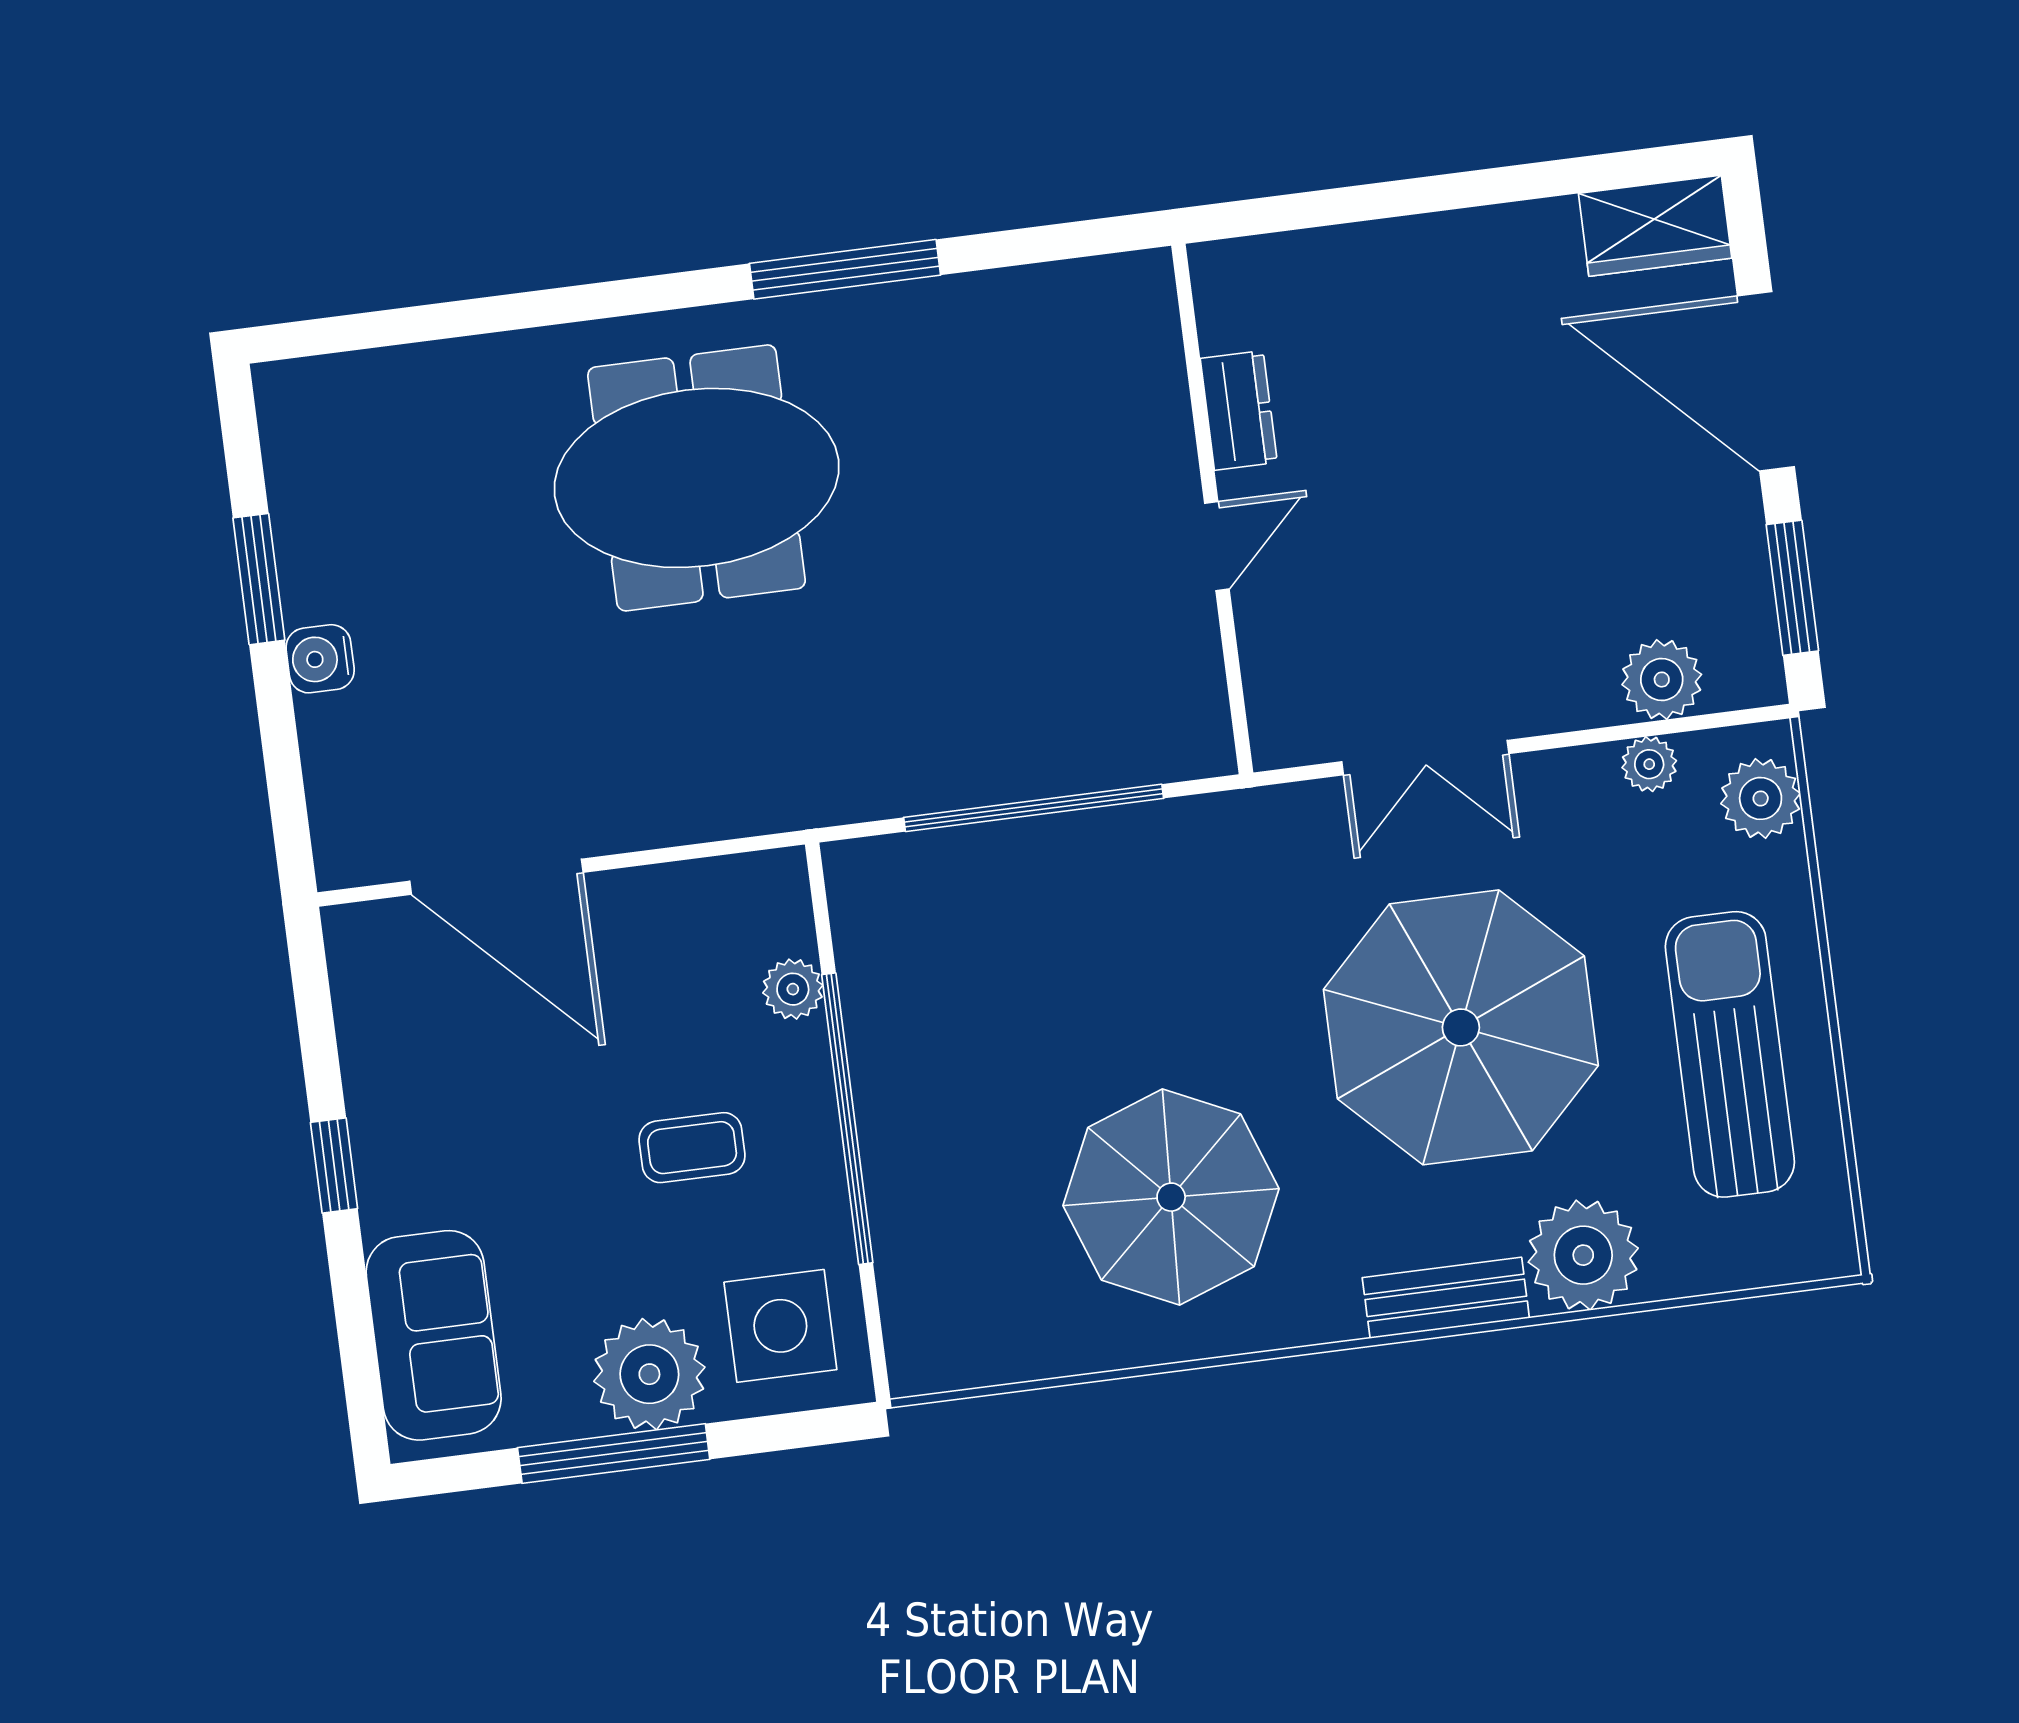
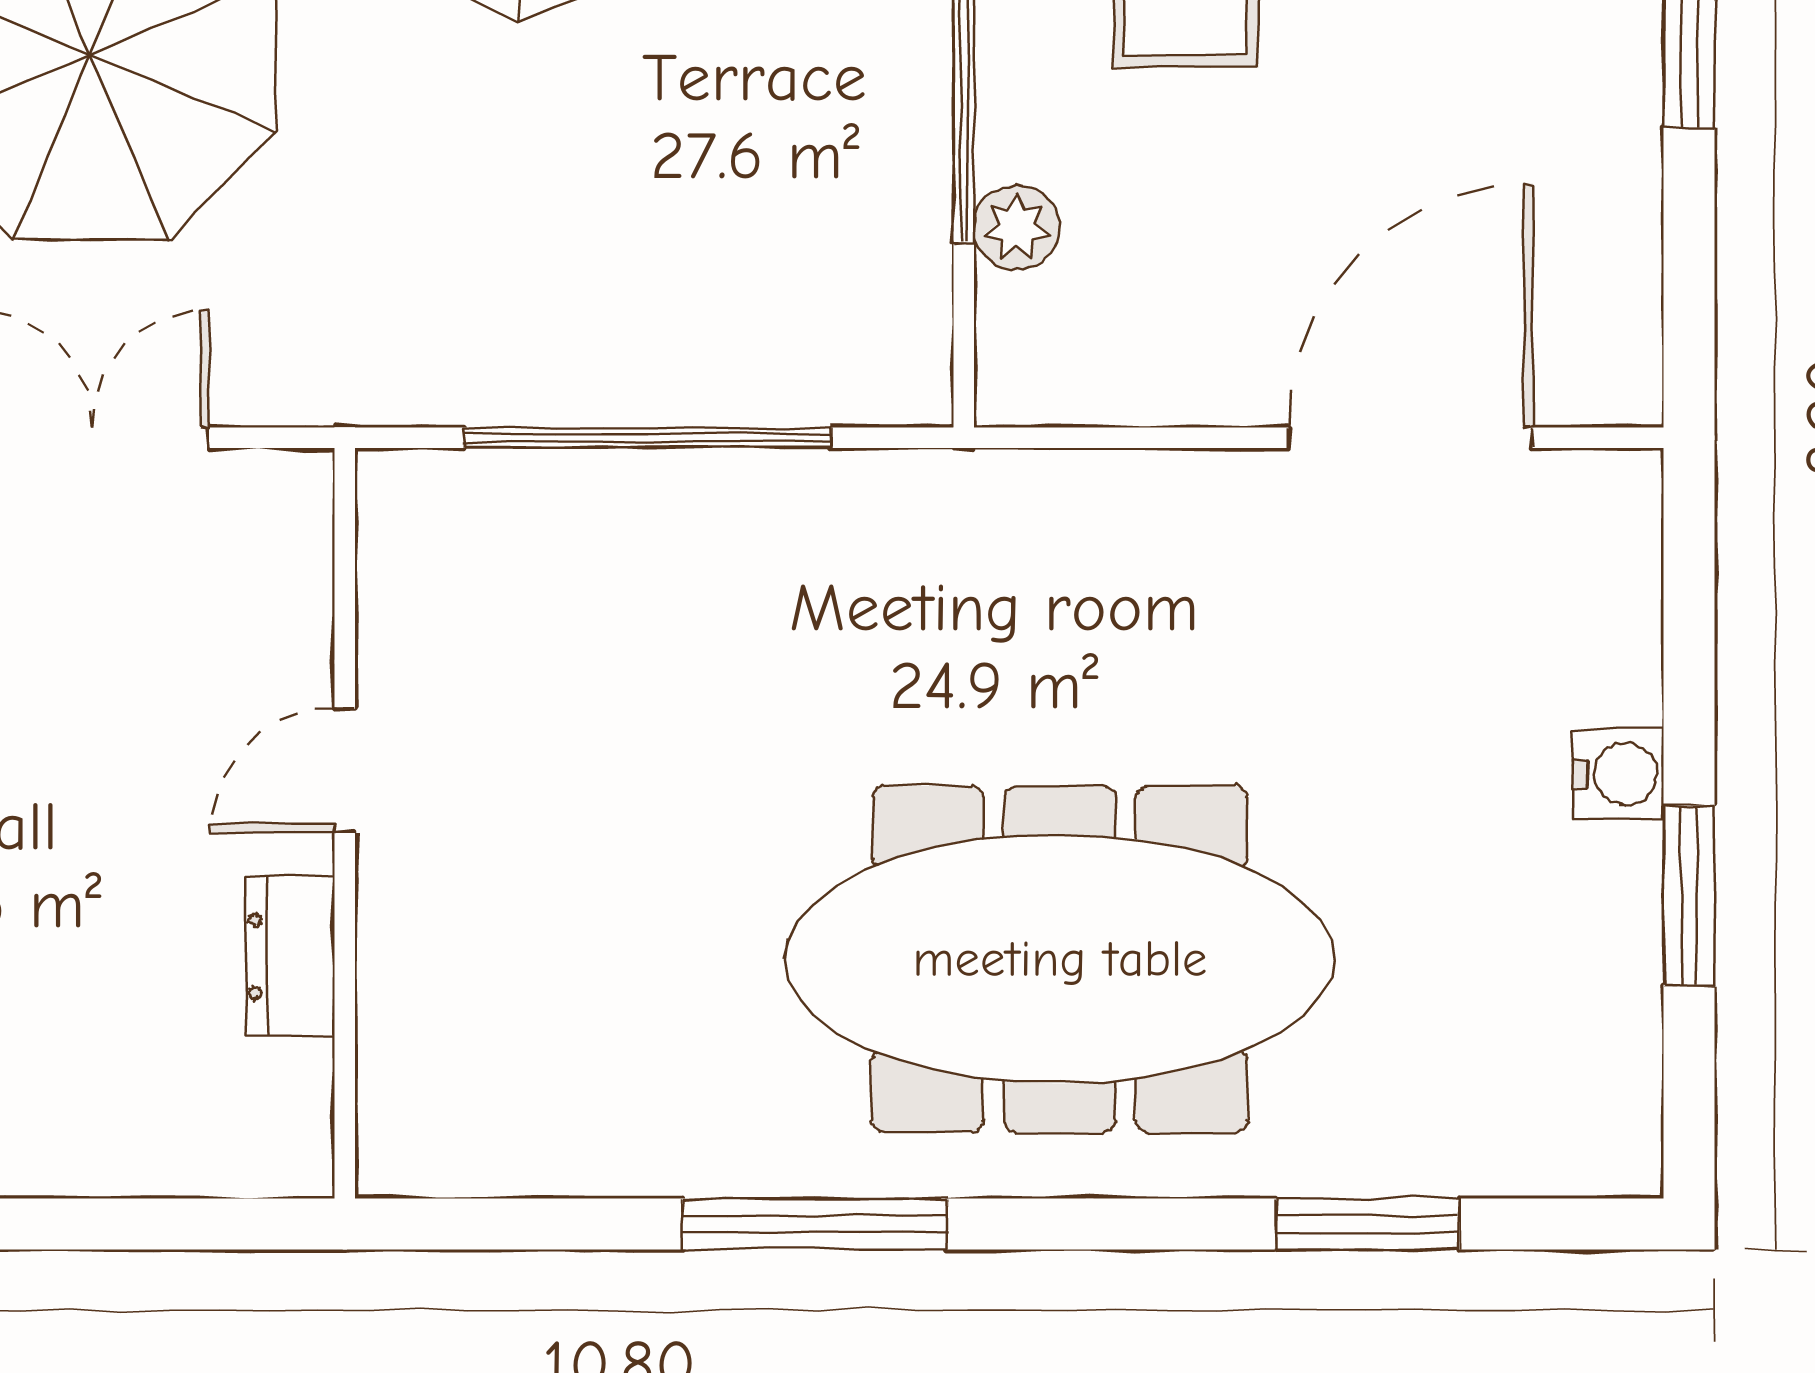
window: (456, 319) -> (1368, 1224), added
meeting table: (697, 478) -> (1060, 959), width x1.36
door: (496, 877) -> (1411, 438), hinge flipped

